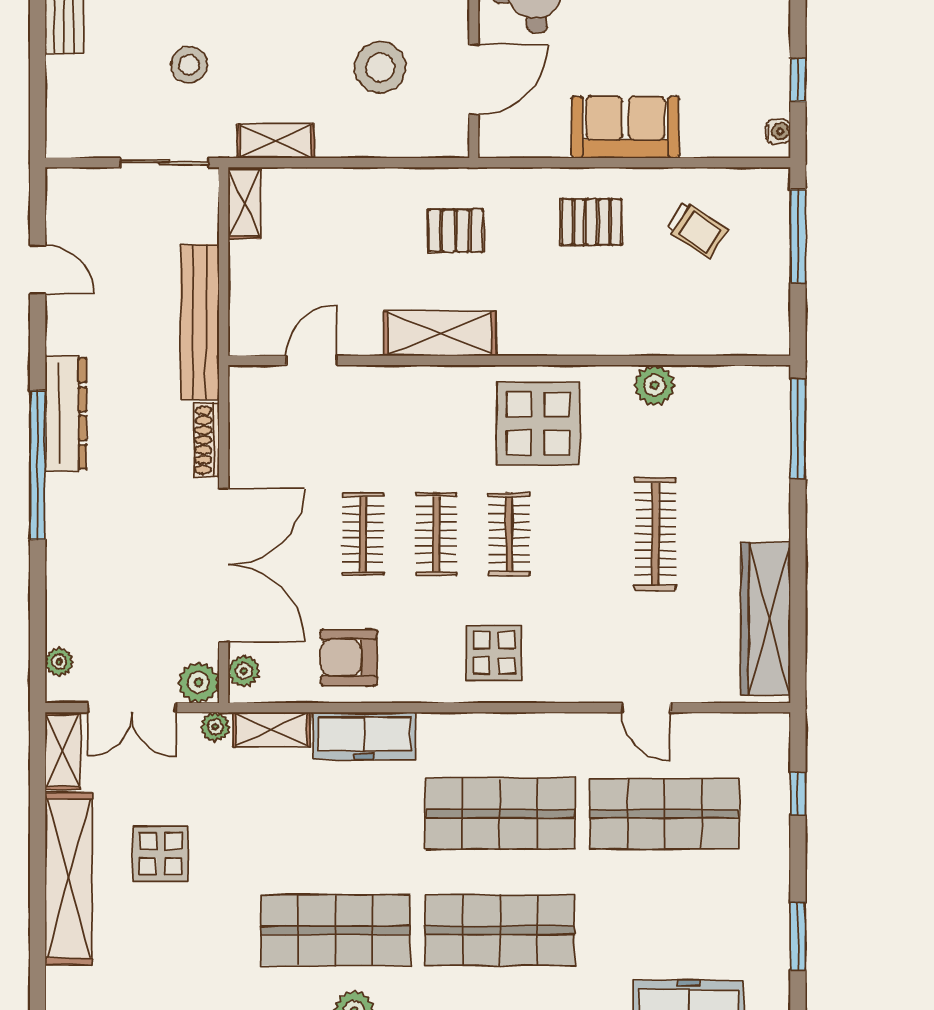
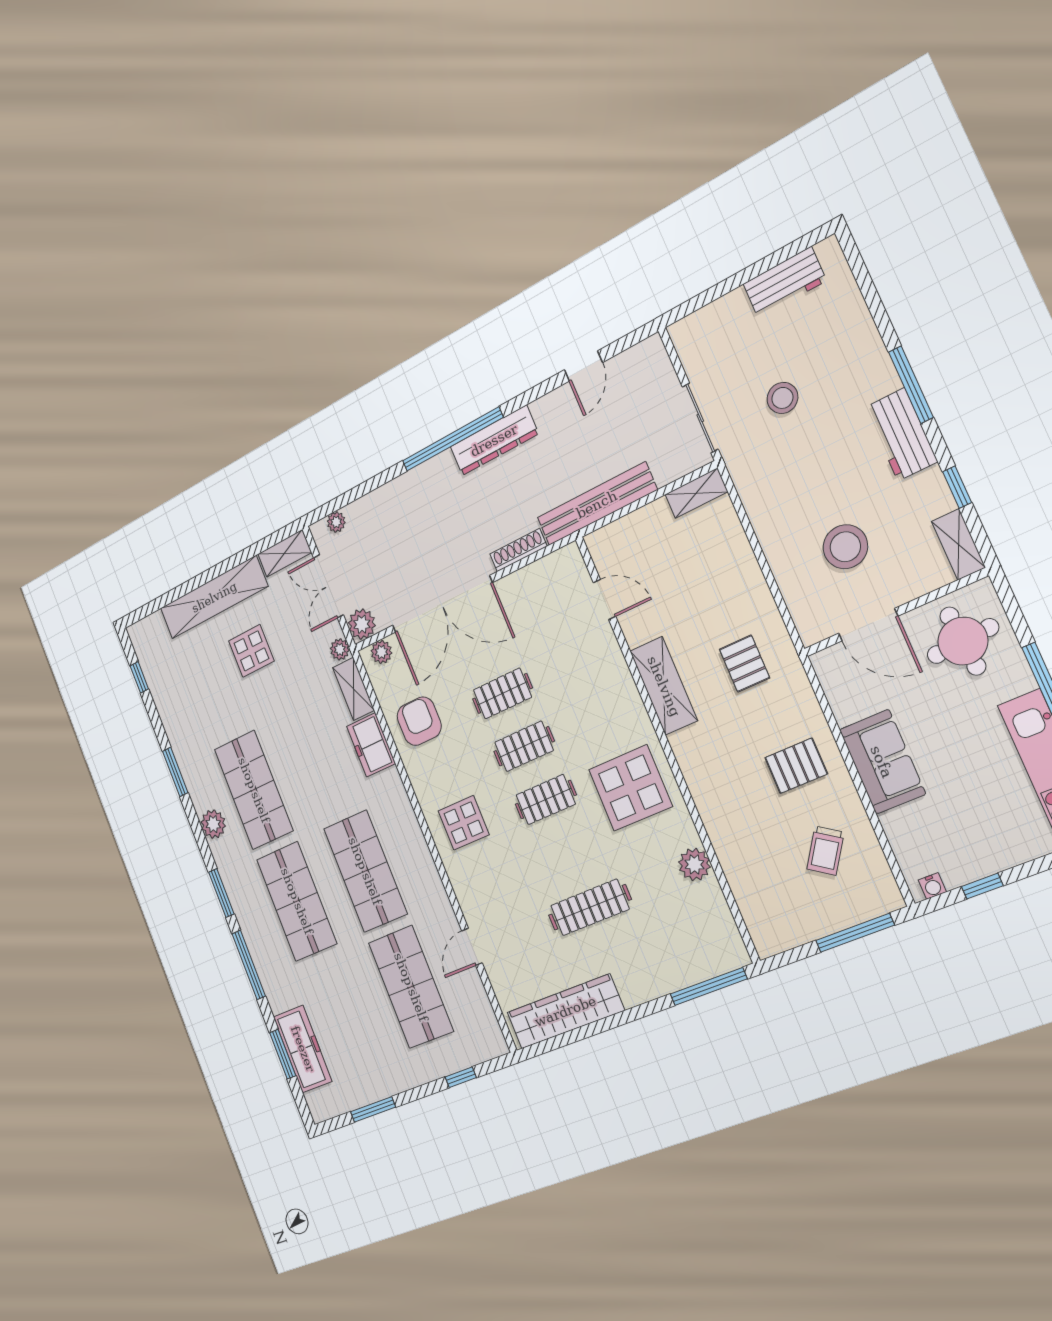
shelving: (275, 141) -> (753, 493), removed
pallet: (592, 222) -> (796, 766), turned 90
freezer: (364, 736) -> (371, 745), width x0.71

